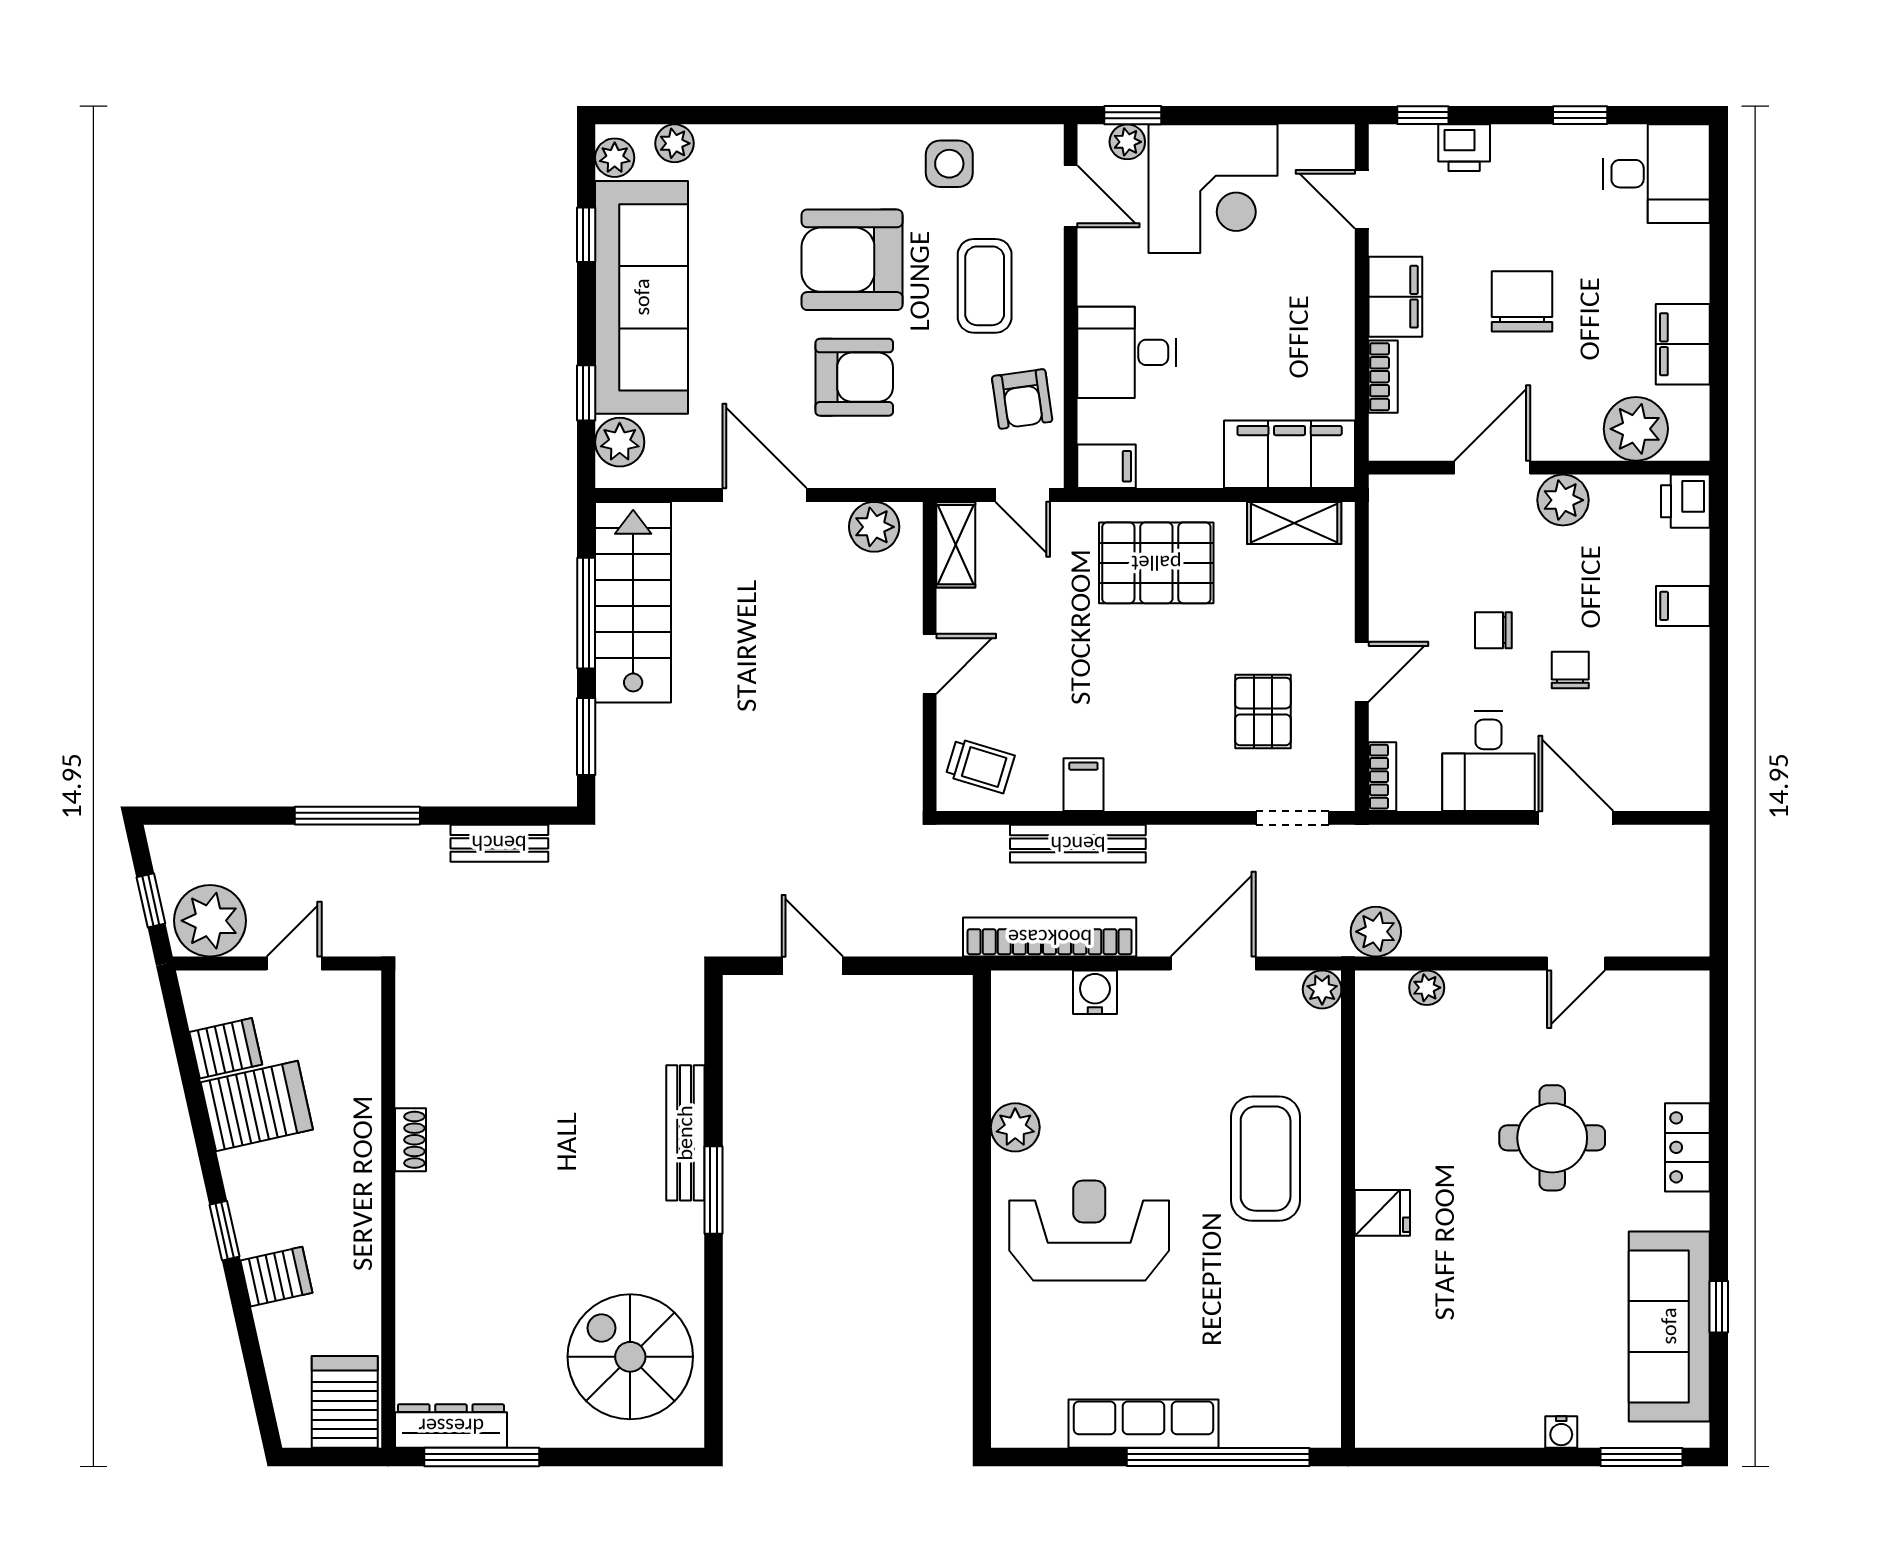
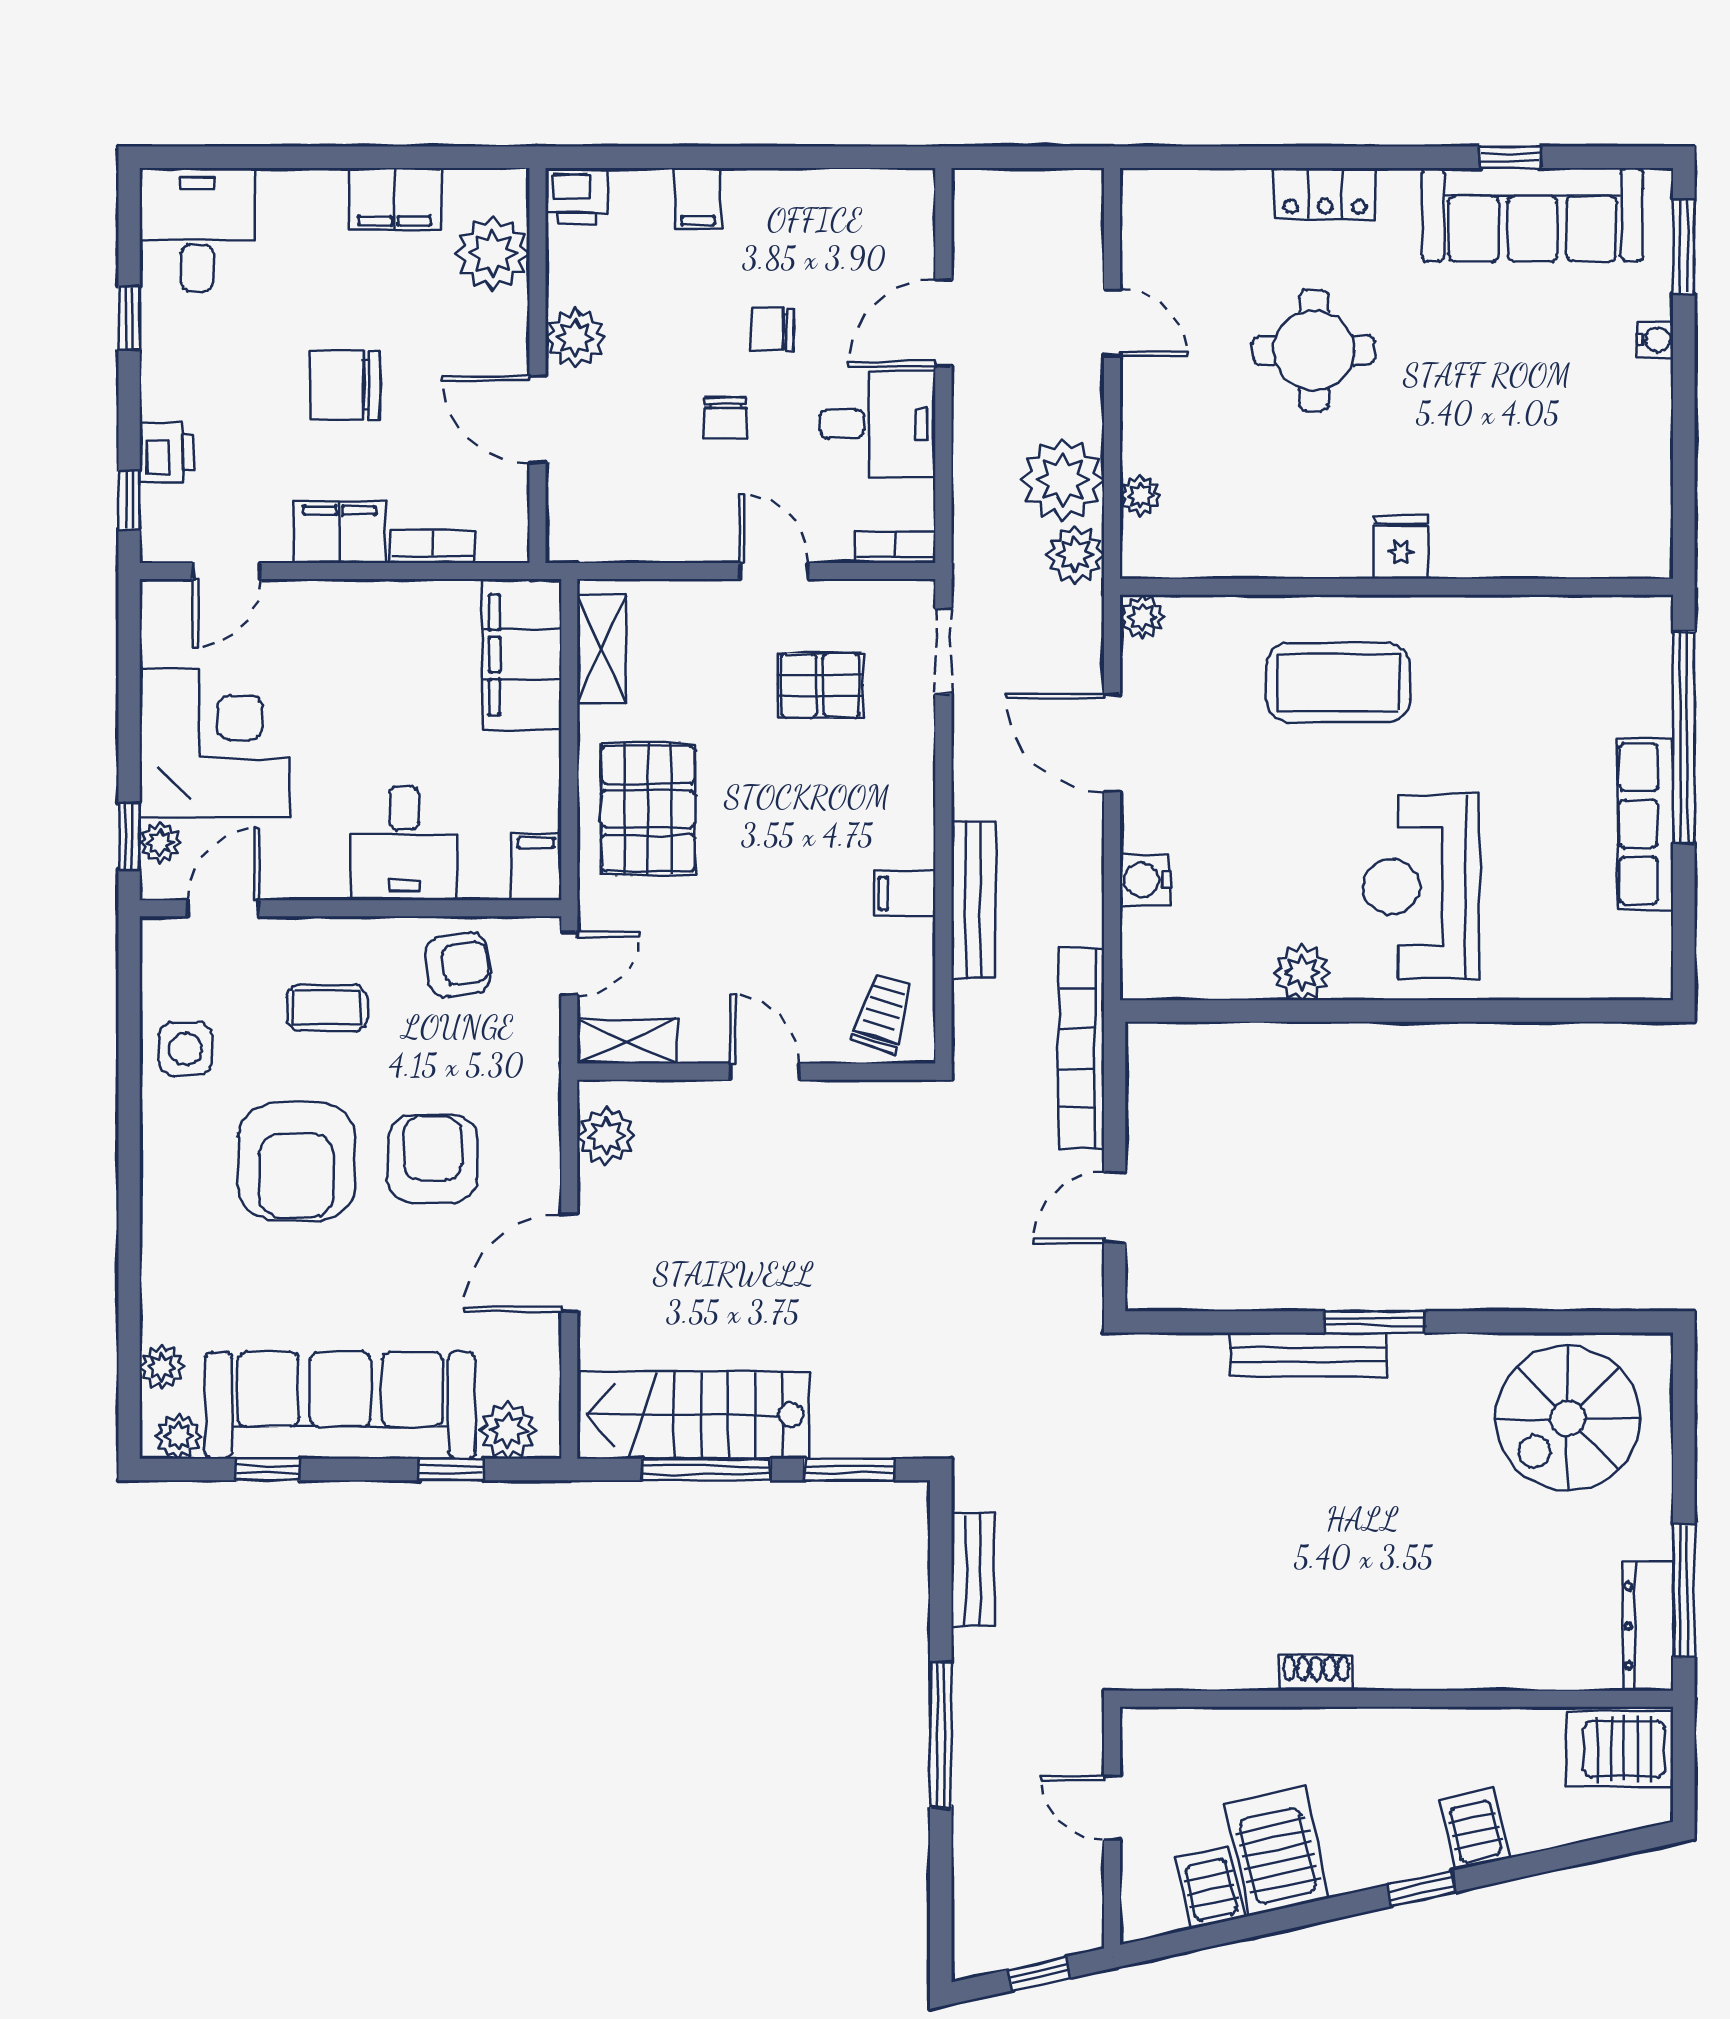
coffee table: (985, 286) -> (327, 1008), width x0.73, depth x0.77
plant: (210, 921) -> (1063, 480), moved
bookcase: (1050, 937) -> (1081, 1048), moved

